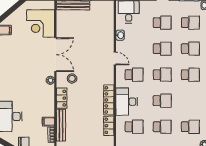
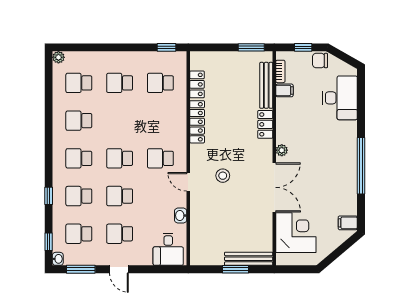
double door: (55, 55) -> (274, 187), swing flipped
stool: (72, 79) -> (223, 176), moved
school desk: (162, 101) -> (79, 121), moved
desk: (127, 102) -> (171, 119), removed

